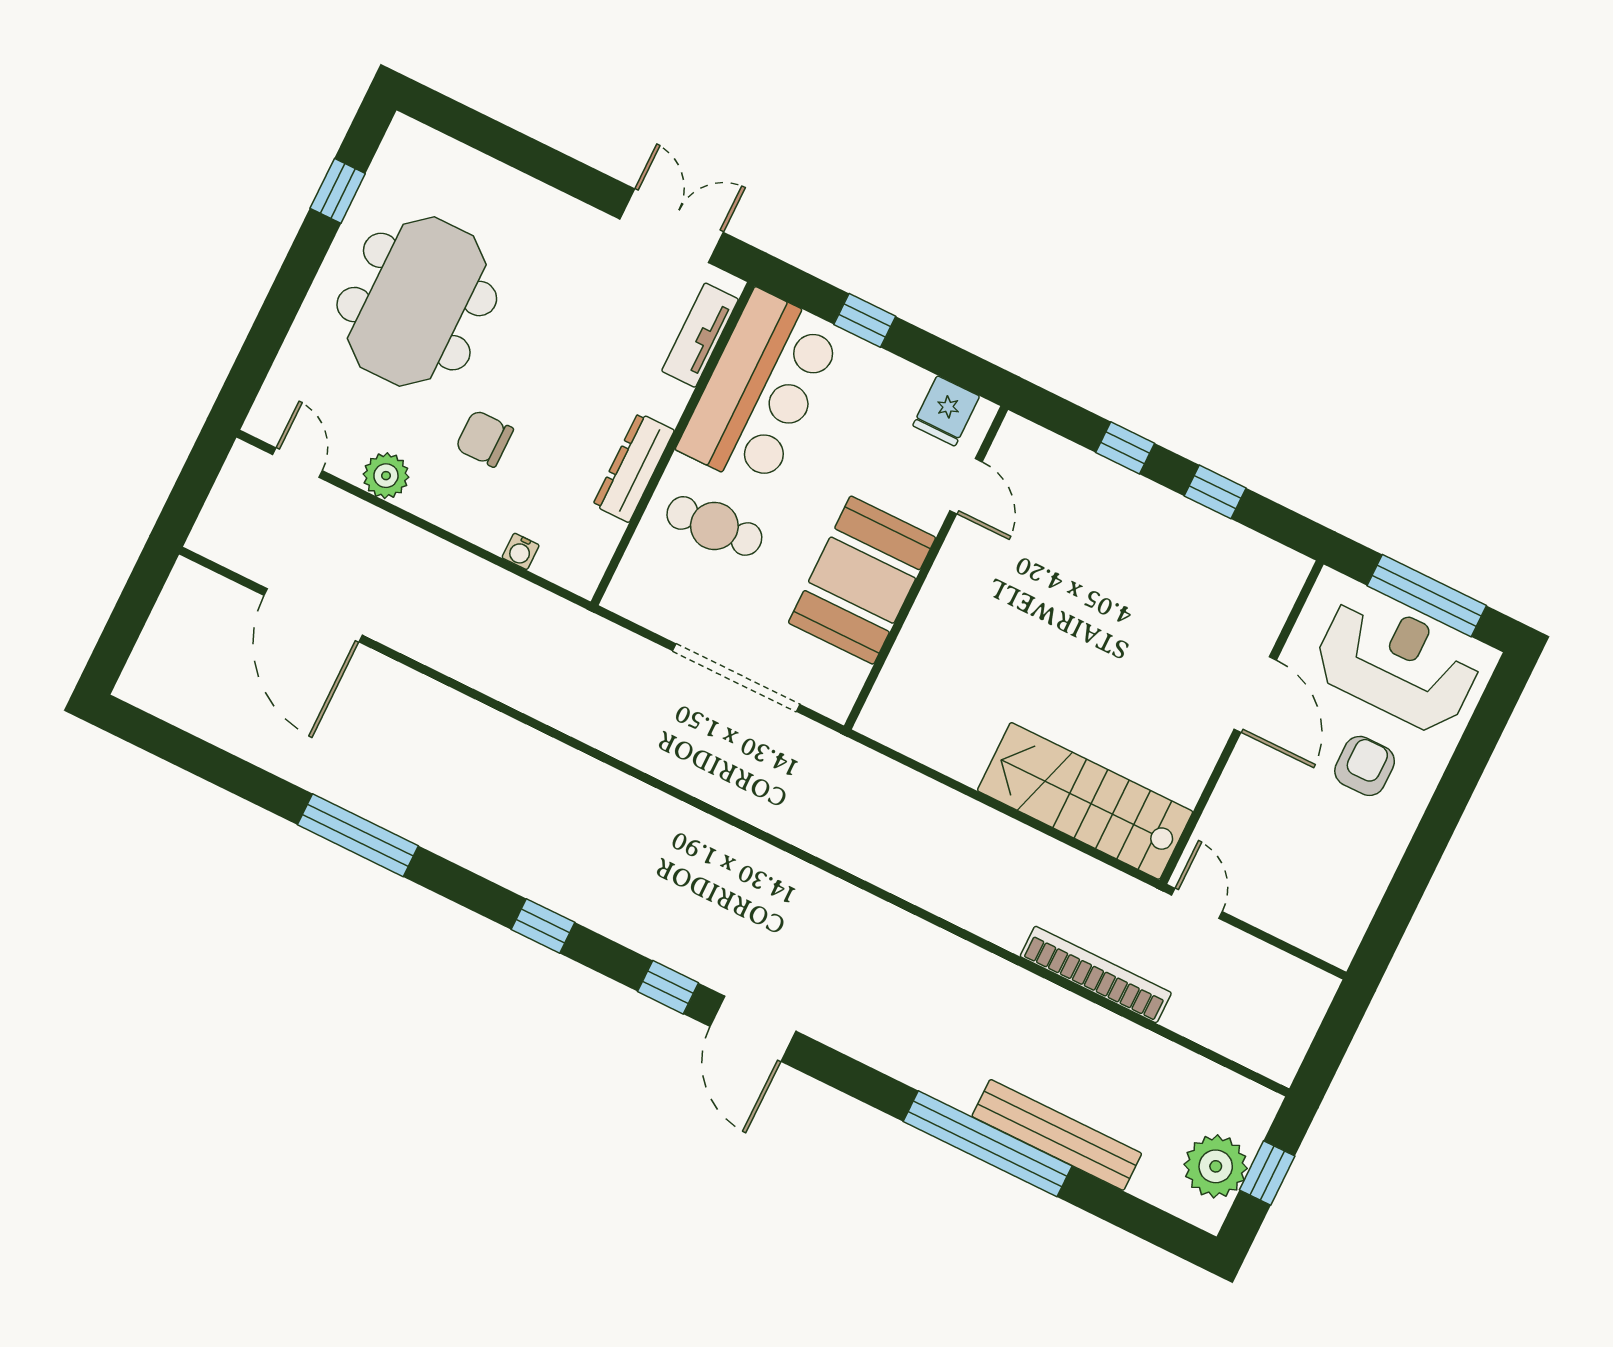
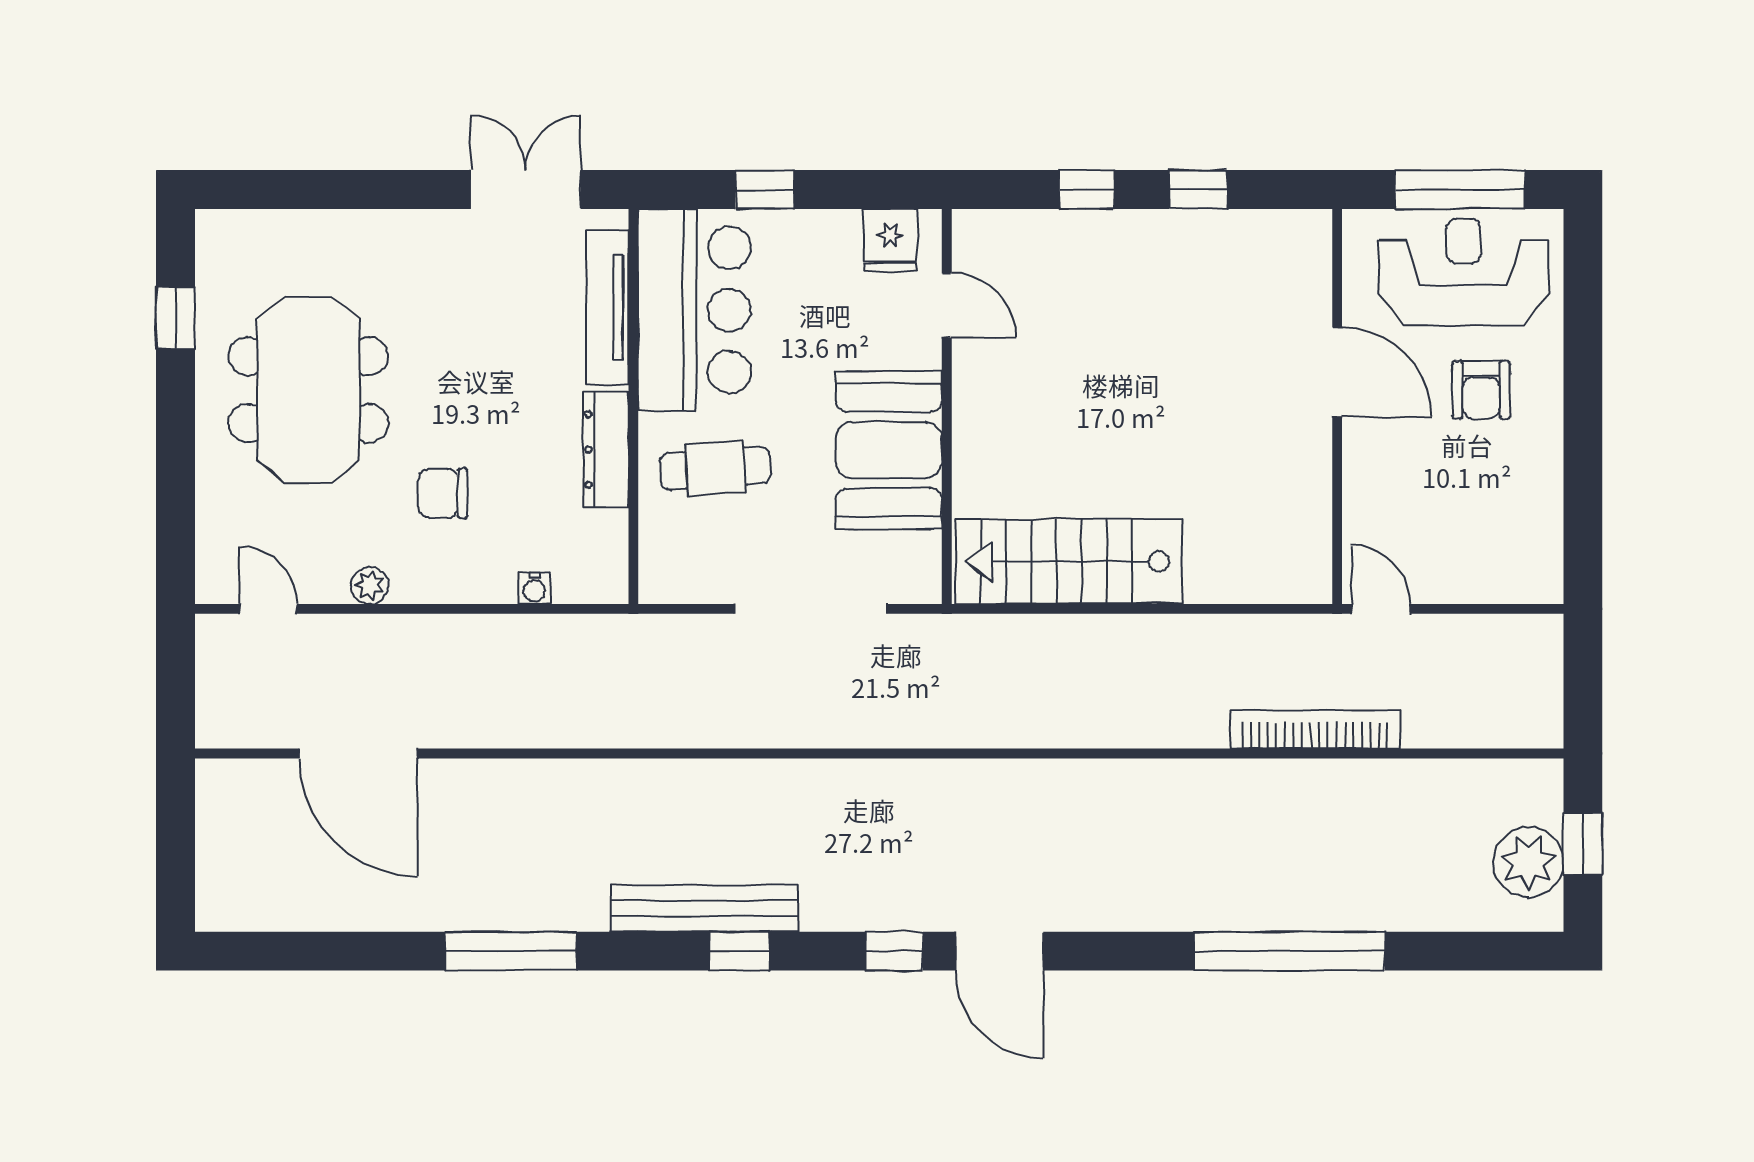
tv unit: (700, 335) -> (608, 307), width x1.41
plant: (386, 476) -> (370, 585), width x0.73, depth x0.73
armchair: (1365, 766) -> (1481, 390), turned 180
stairs: (1085, 801) -> (1069, 561), moved
bench: (1057, 1135) -> (705, 908), moved

